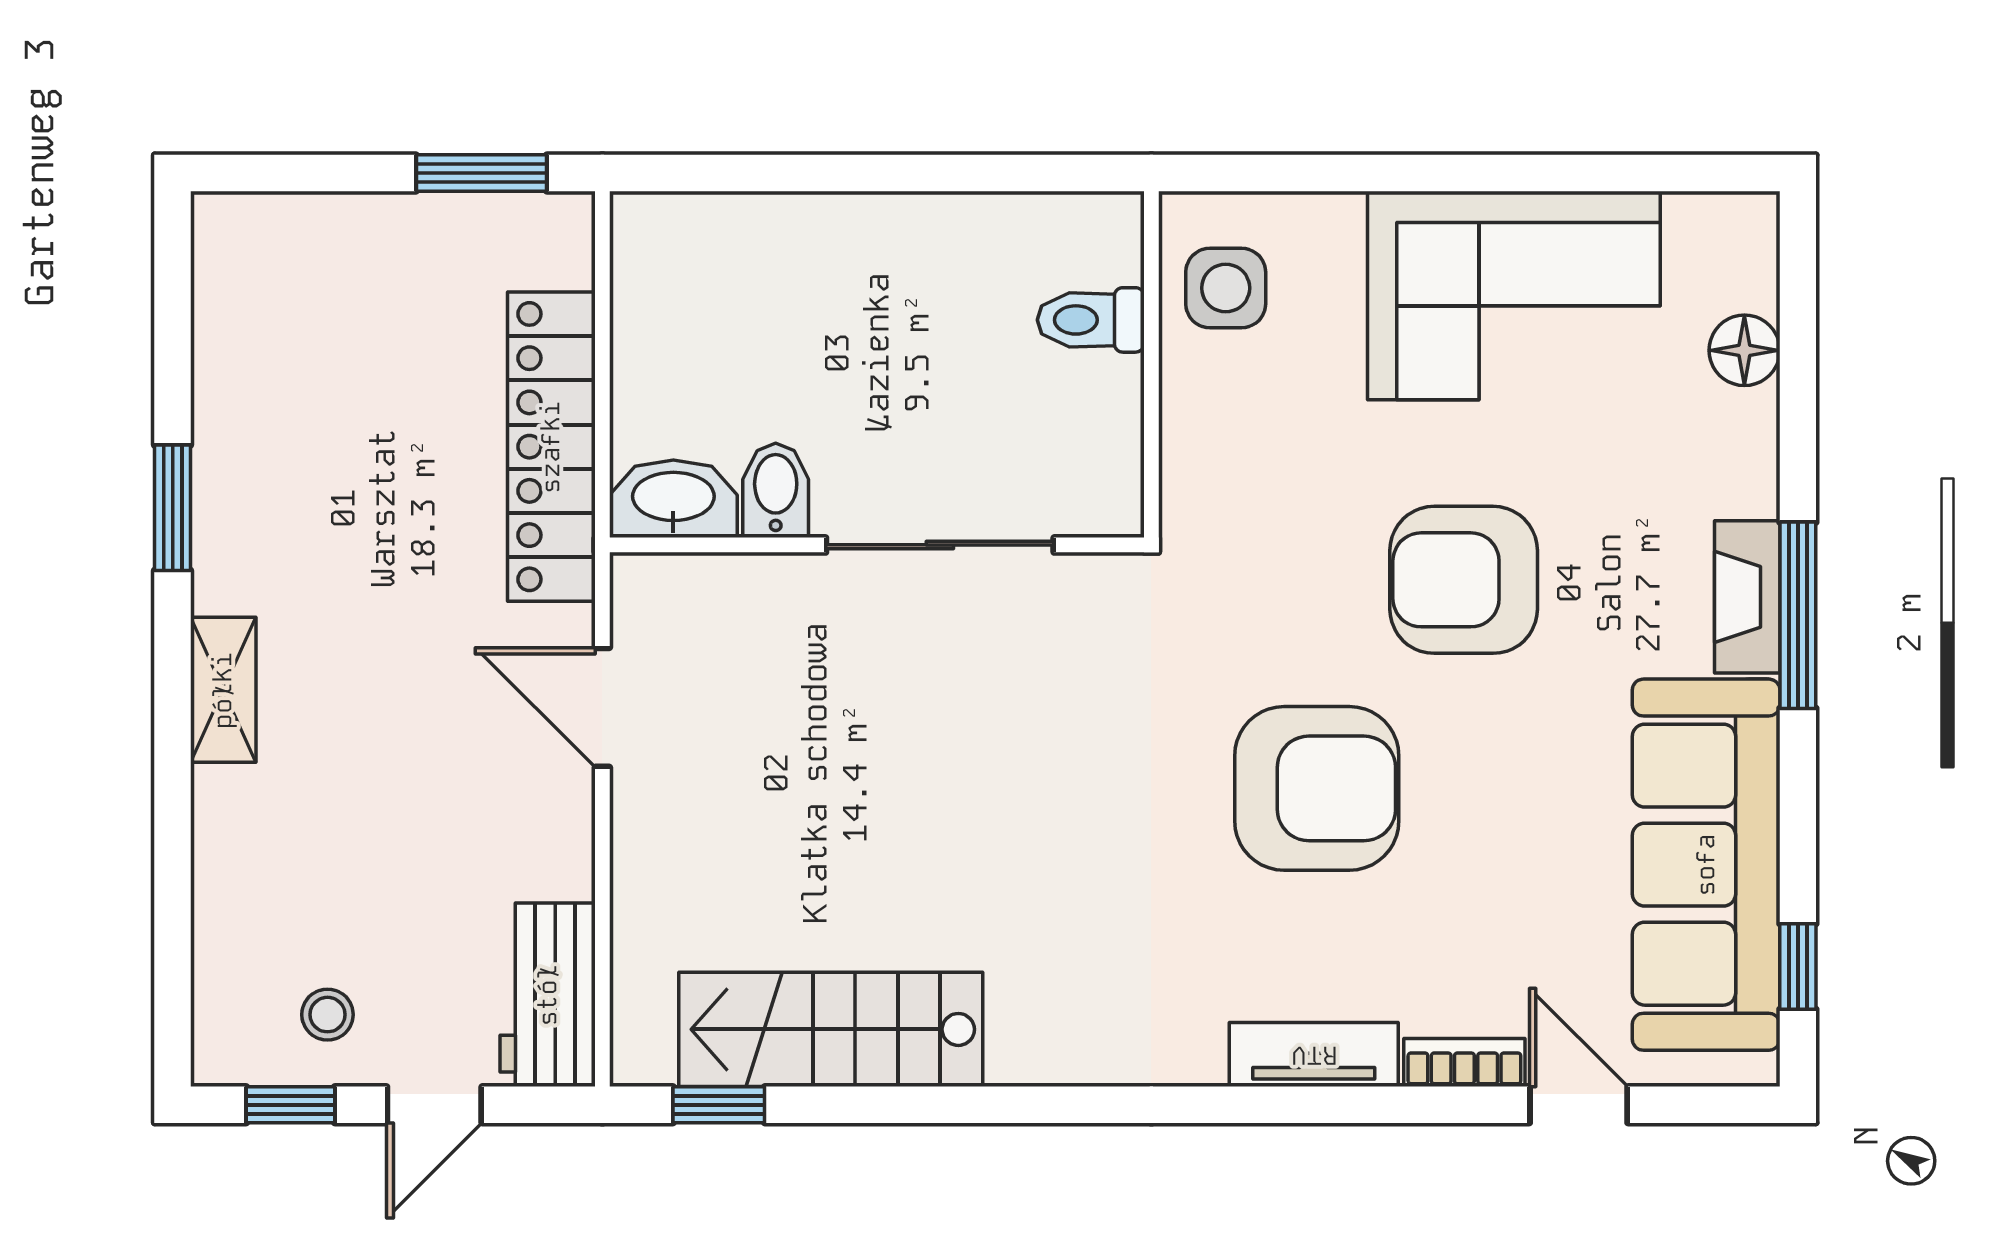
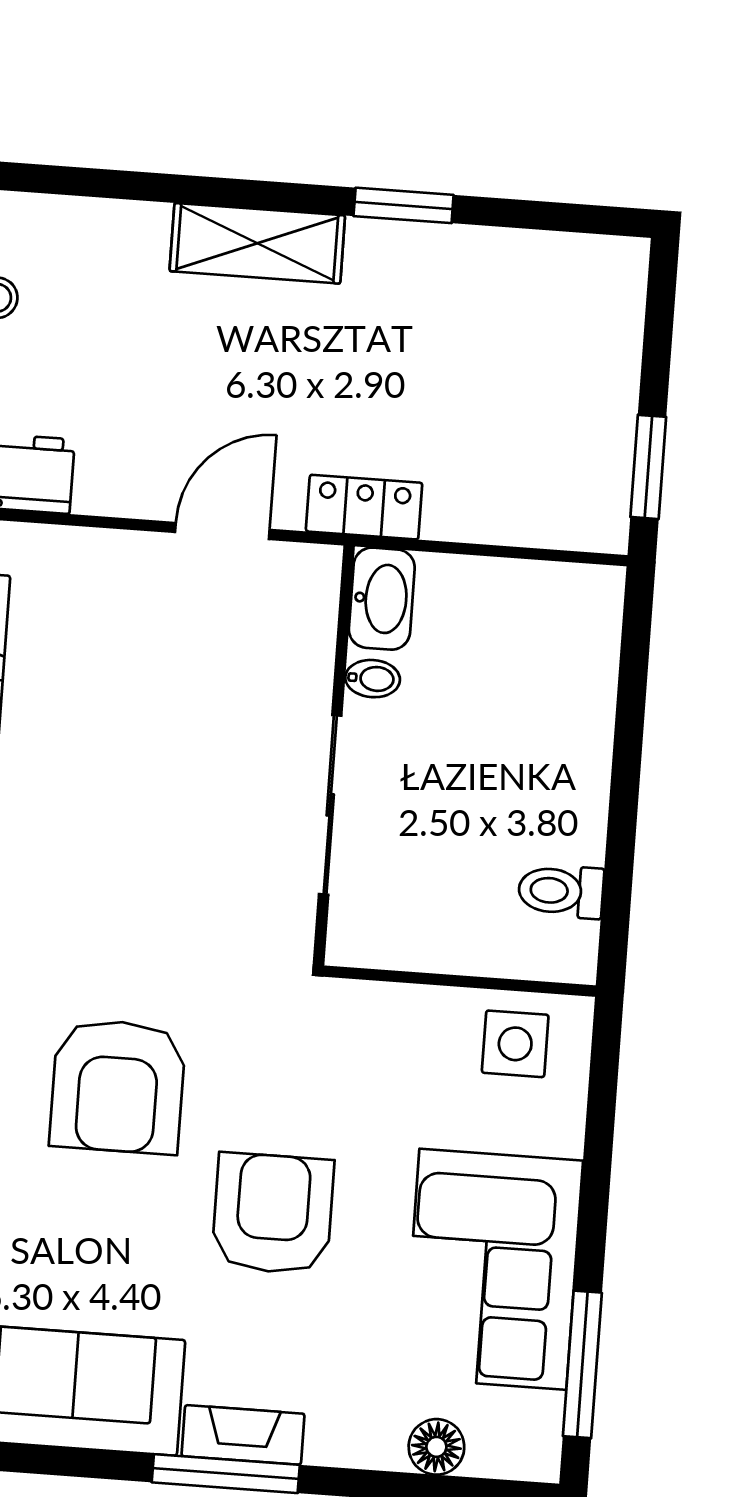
window: (1626, 173) -> (582, 1364), added
toilet: (1091, 320) -> (561, 891), moved, turned -90
locker: (551, 447) -> (364, 507), width x0.46, depth x0.83
bidet: (776, 490) -> (373, 679), width x0.72, depth x0.74
shelving: (223, 690) -> (257, 243), width x1.50, depth x1.33

